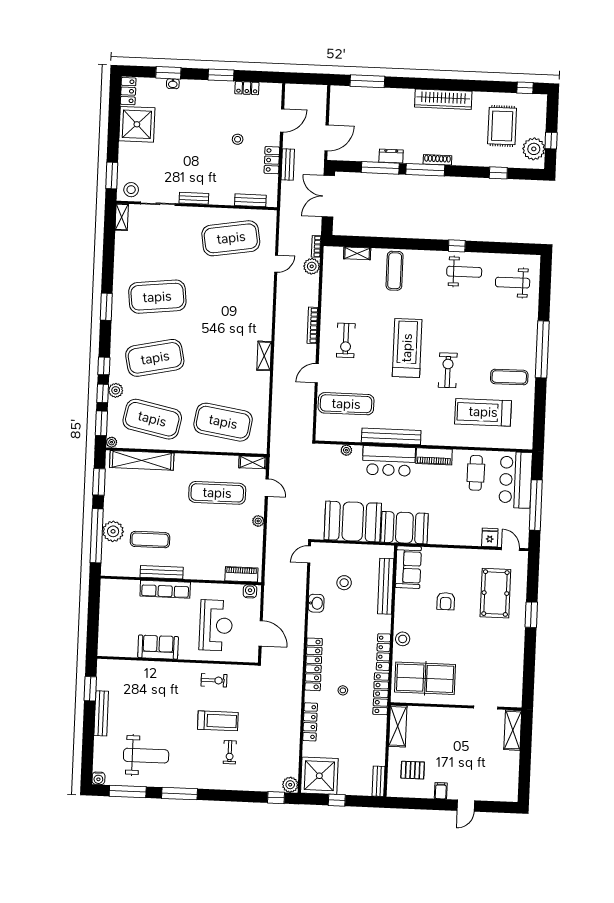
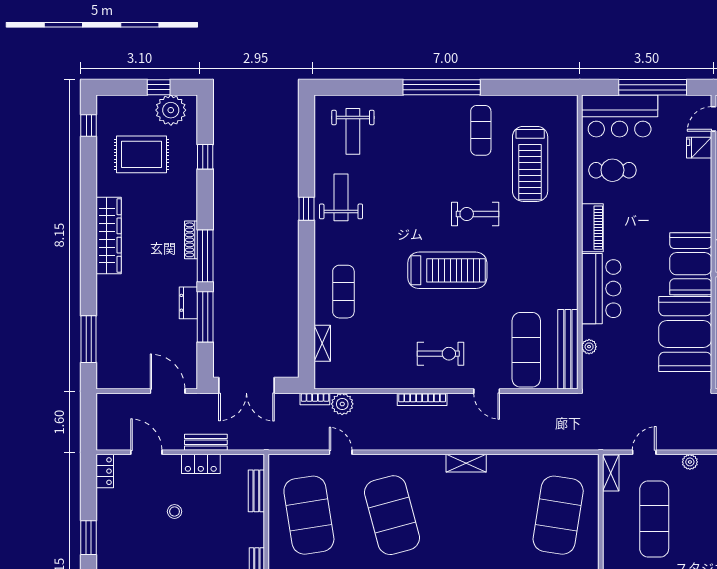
locker: (247, 88) -> (105, 471), moved
exercise mat: (395, 271) -> (343, 292), turned 90
exercise mat: (228, 300) -> (392, 515), added
treadmill: (407, 348) -> (447, 270), turned 180
bench: (391, 436) -> (568, 349), moved

